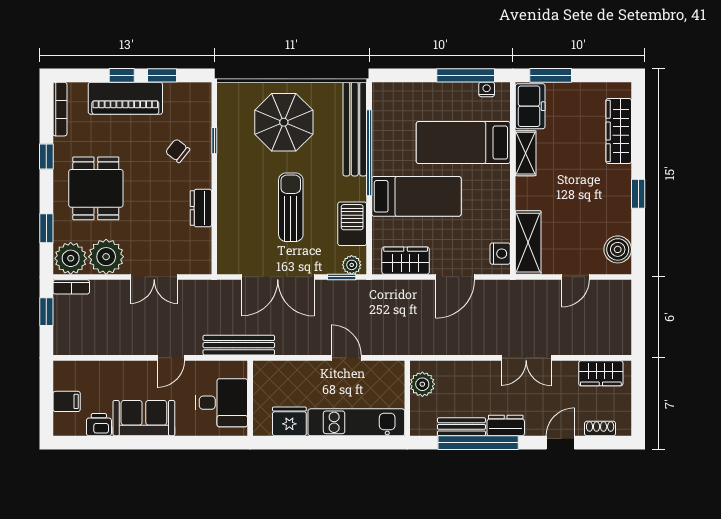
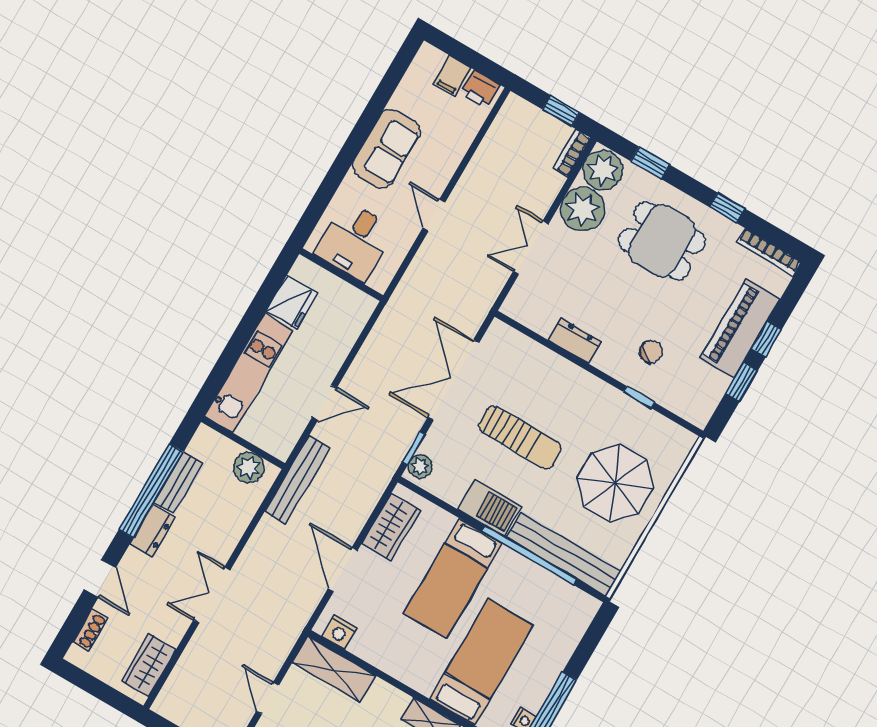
barbecue: (352, 224) -> (490, 508), moved
bench: (239, 345) -> (297, 480), moved
printer: (99, 425) -> (480, 89), moved, turned 90

